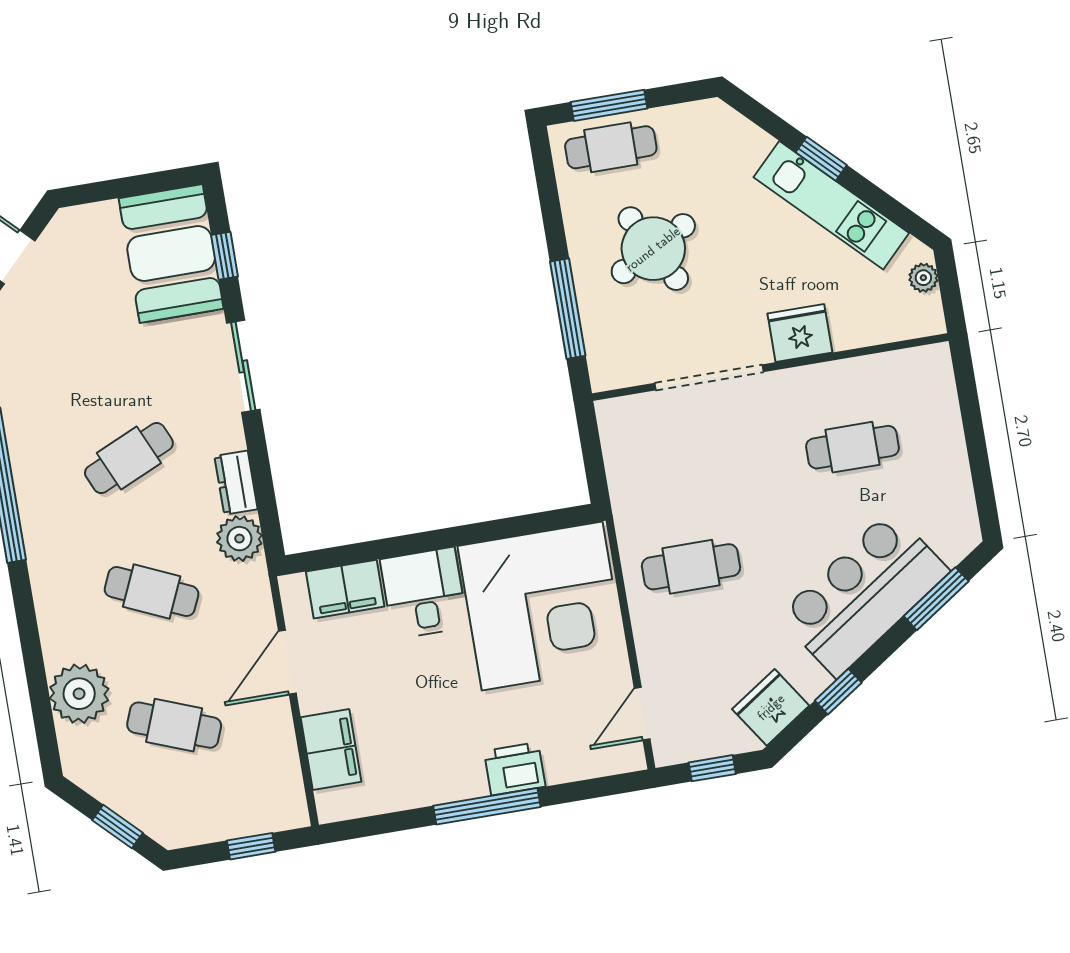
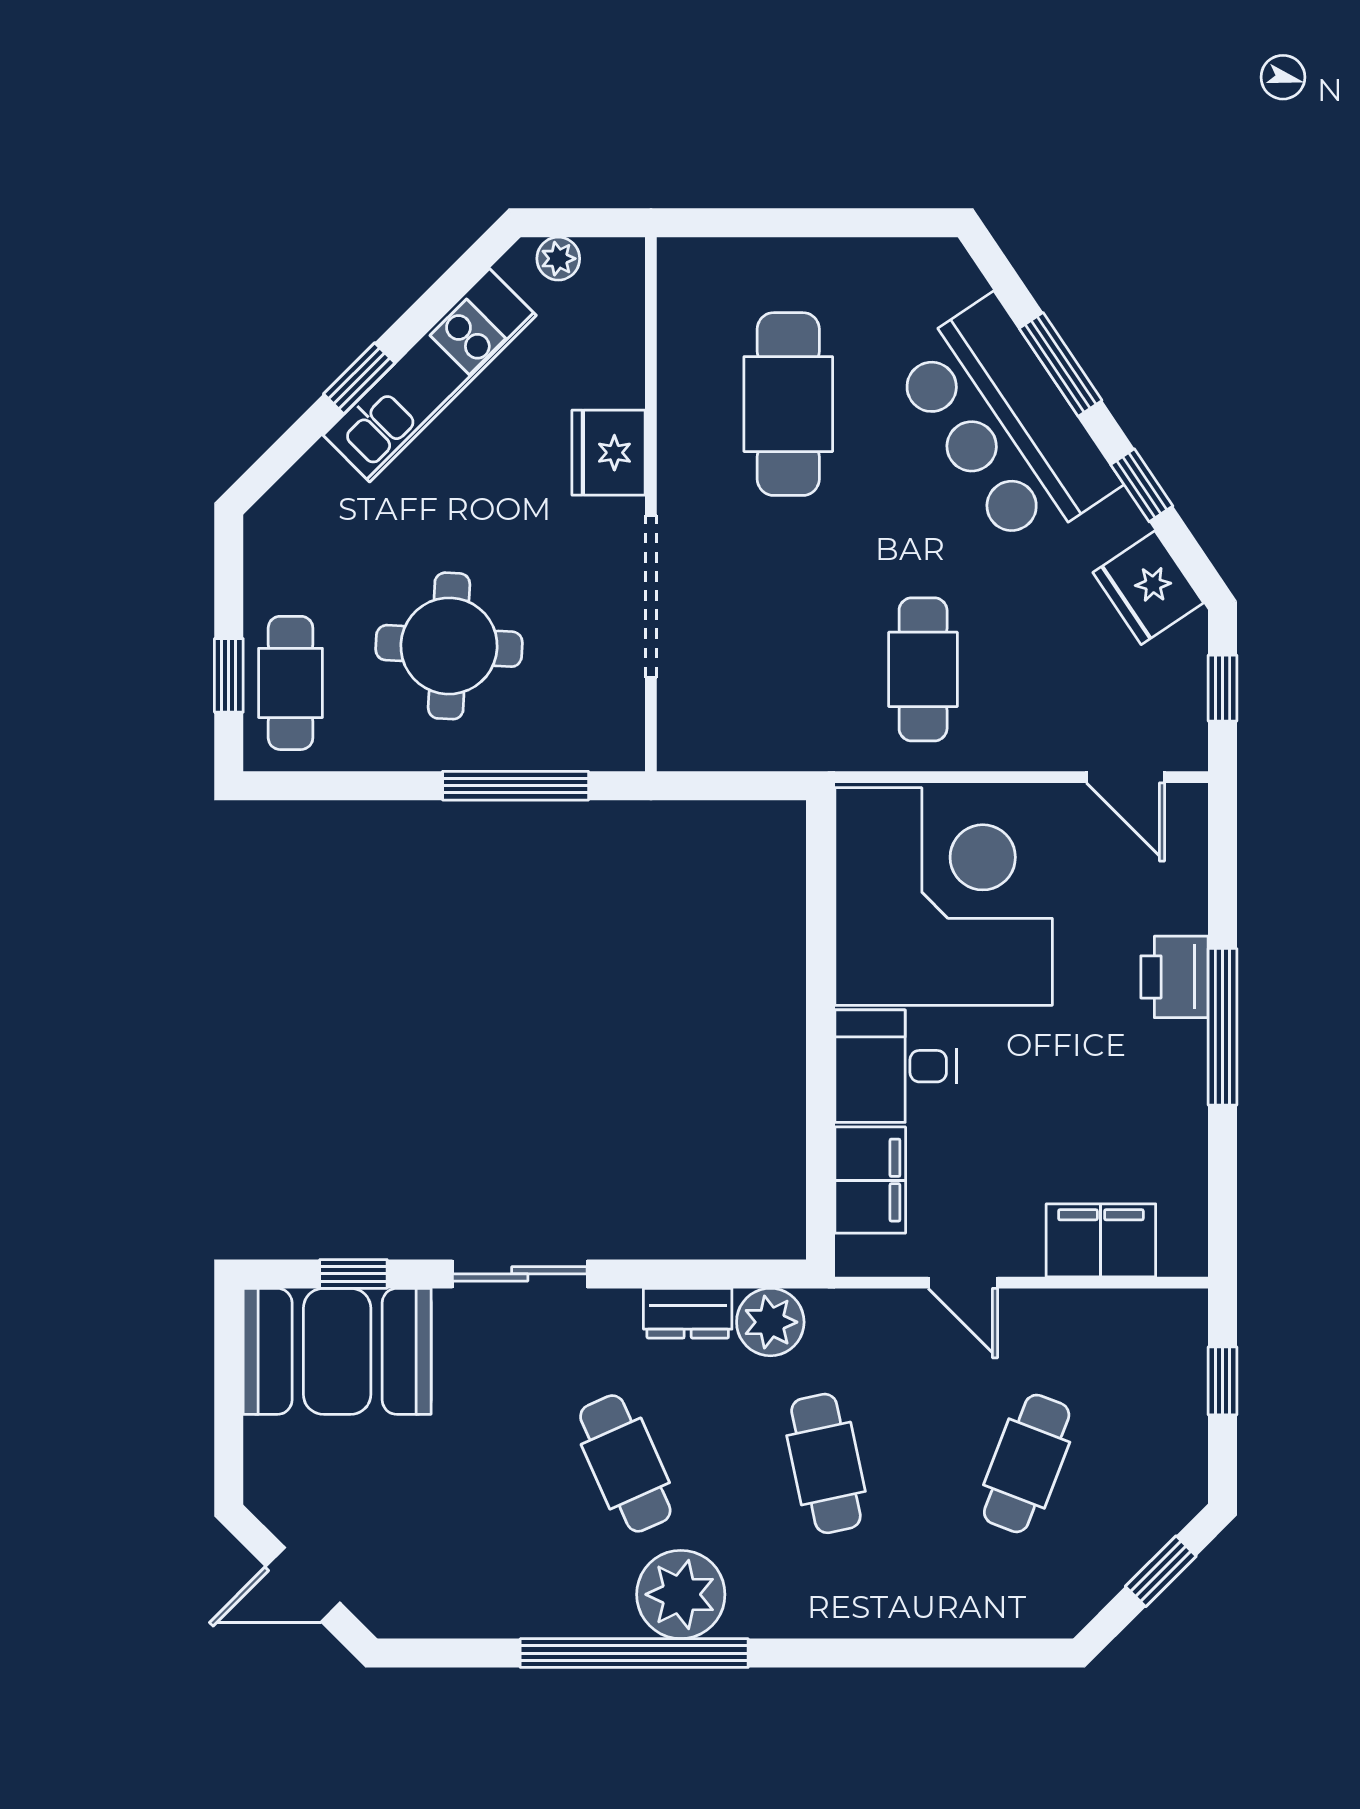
window: (609, 105) -> (229, 675), width x0.67
round table: (653, 249) -> (449, 646), turned 31
cafe table: (852, 447) -> (788, 404), width x1.37, depth x1.35
cafe table: (152, 592) -> (826, 1463), turned -36
window: (936, 599) -> (1061, 364), moved
door: (287, 662) -> (963, 1283), width x0.73
plant: (79, 694) -> (681, 1594), moved

